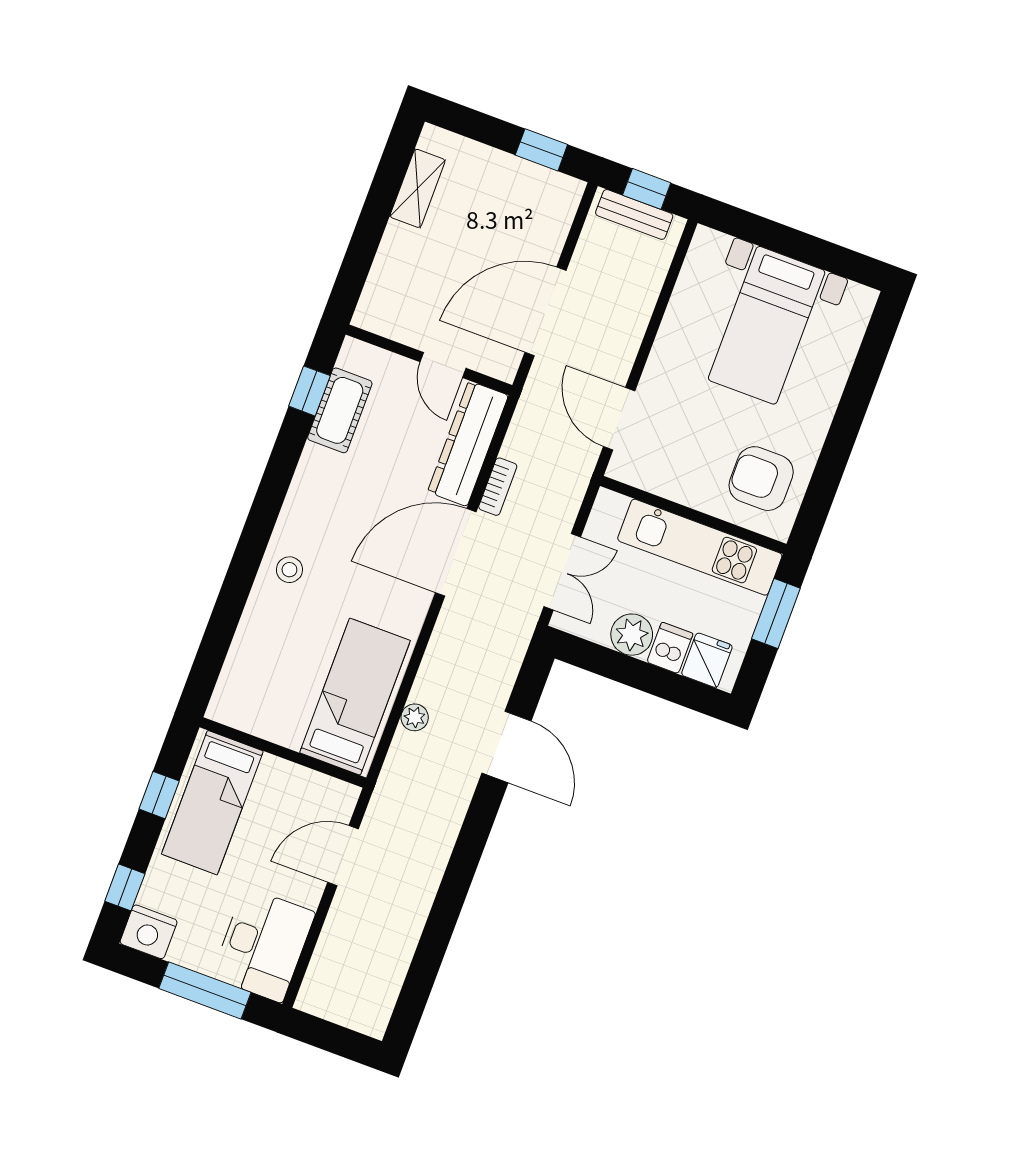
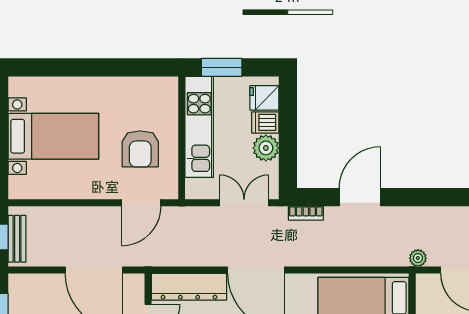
armchair: (761, 479) -> (140, 149), moved
bookcase: (498, 487) -> (306, 213), moved, turned 180
plant: (415, 717) -> (418, 258), moved

